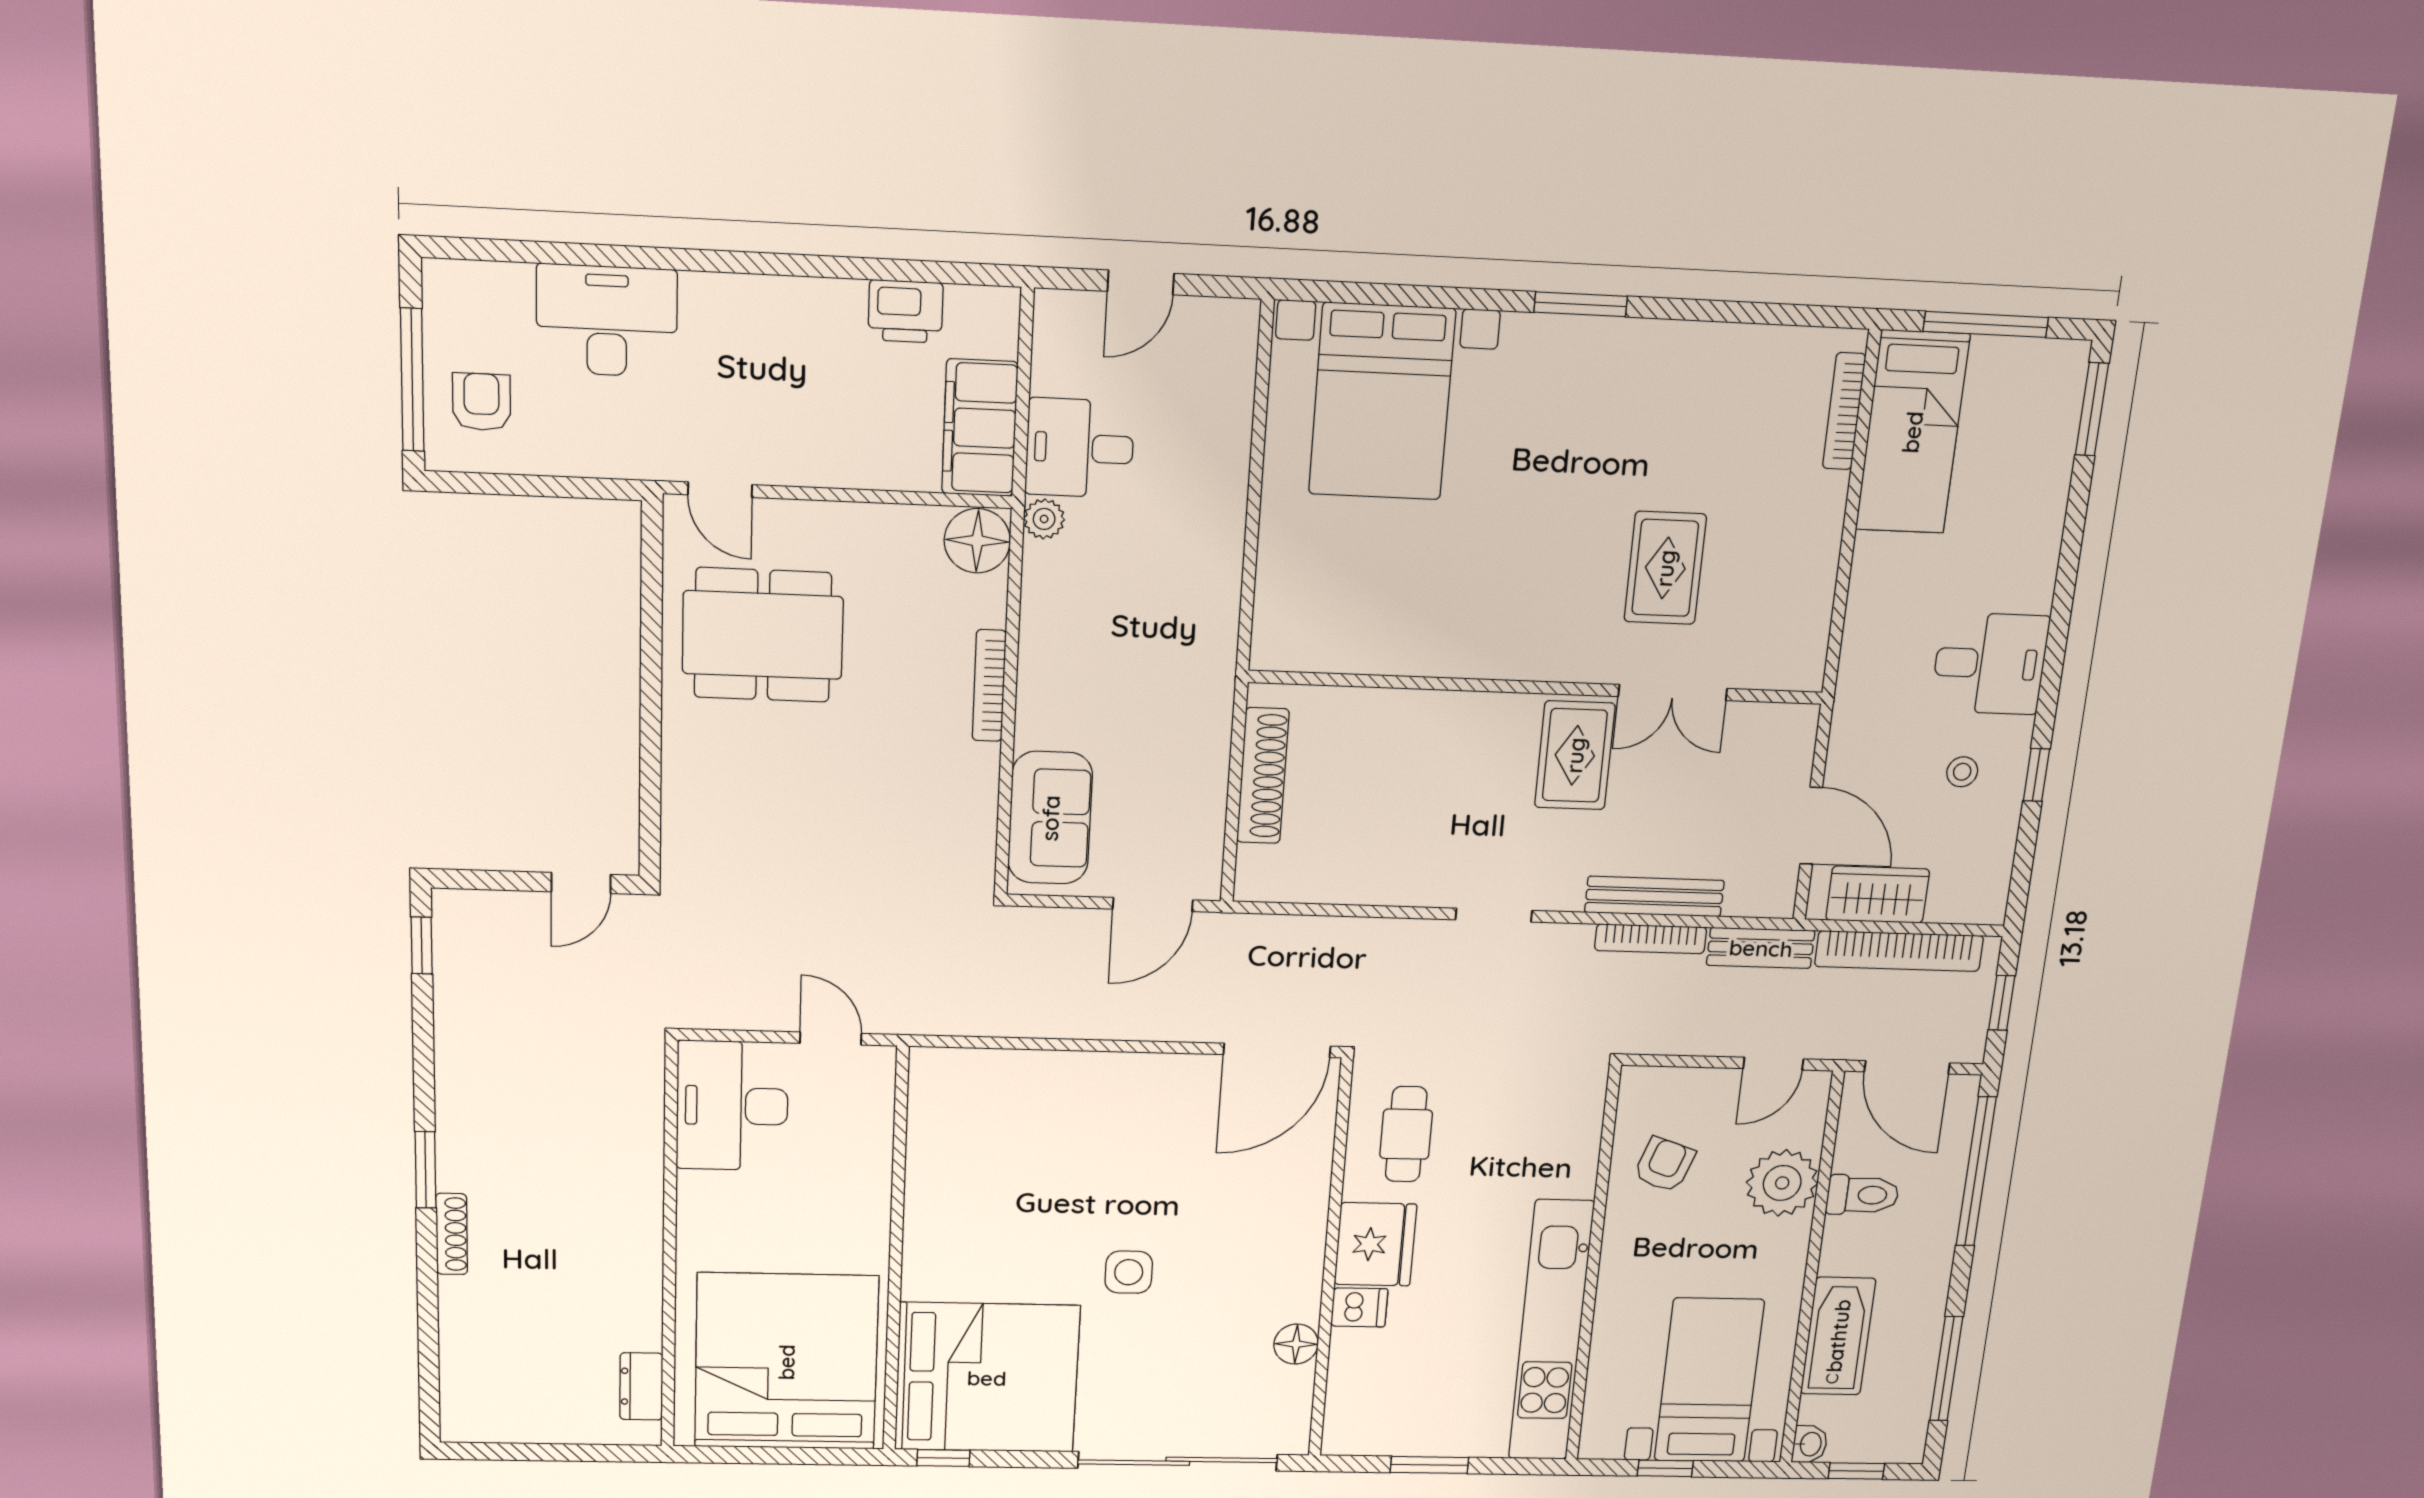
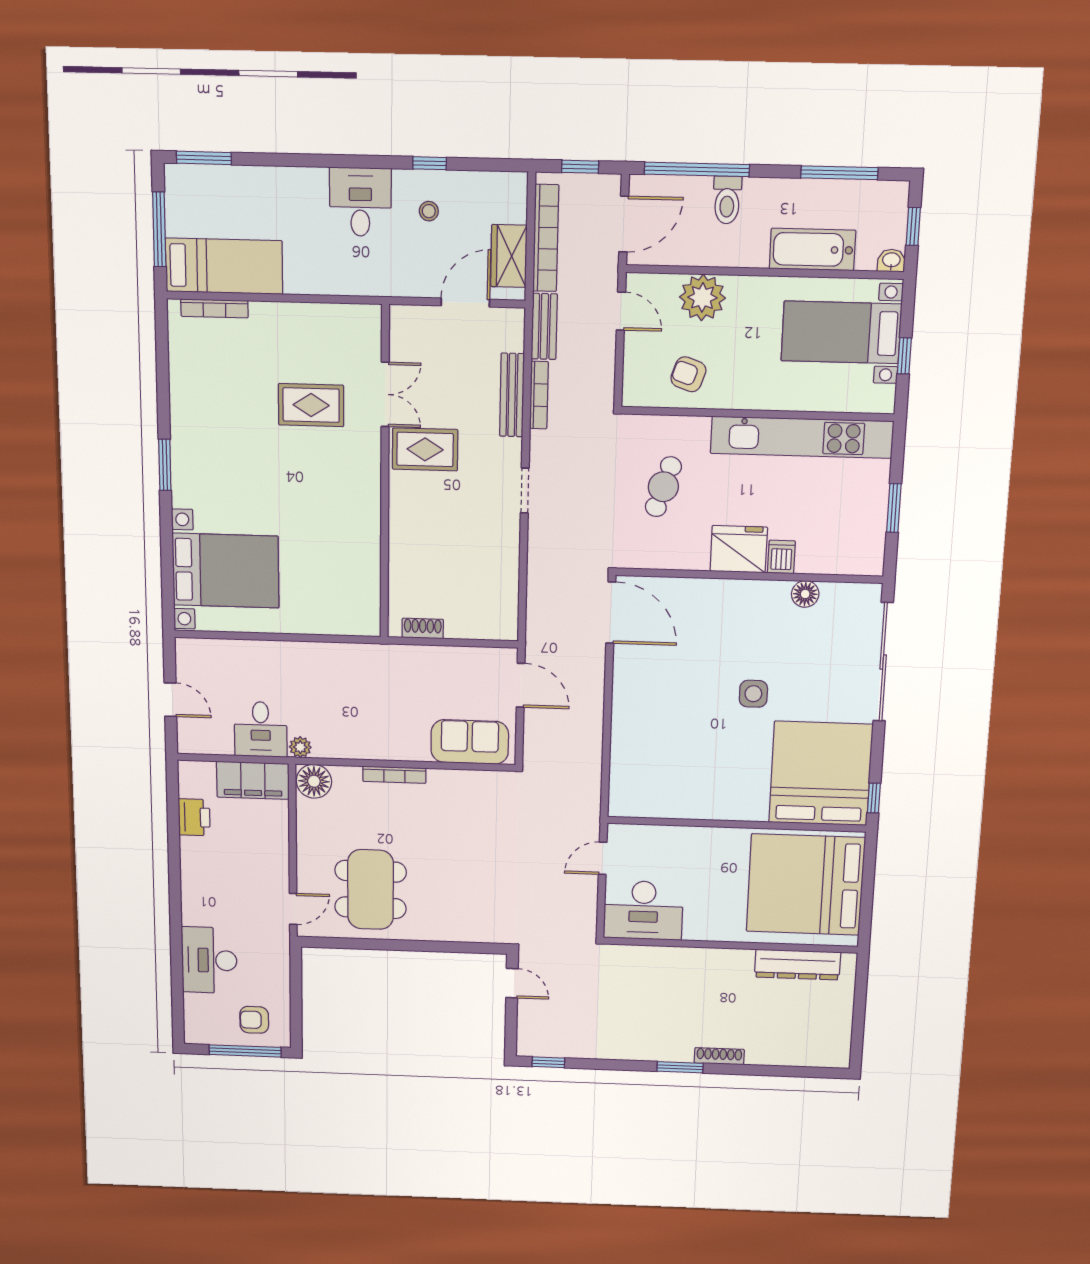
shoe rack: (1263, 776) -> (423, 628), width x0.51, depth x0.81
cafe table: (1406, 1134) -> (663, 487), moved, turned -72
toilet: (1863, 1195) -> (727, 200), moved, turned 180
dresser: (641, 1386) -> (798, 965), width x1.96, depth x1.24

